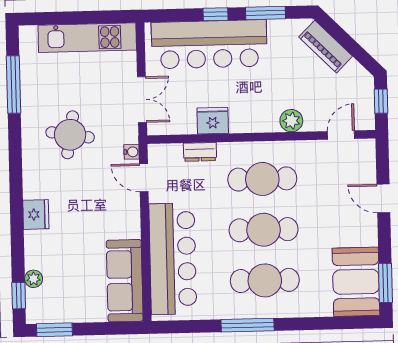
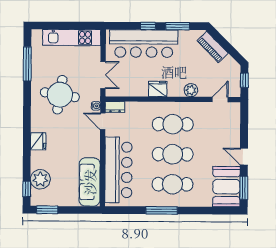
fridge: (213, 121) -> (158, 89), moved
round table: (70, 135) -> (60, 95), width x1.36, depth x1.36
dresser: (200, 152) -> (115, 107), moved
door: (383, 198) -> (244, 157), moved
plant: (34, 279) -> (40, 179), width x1.87, depth x1.87

